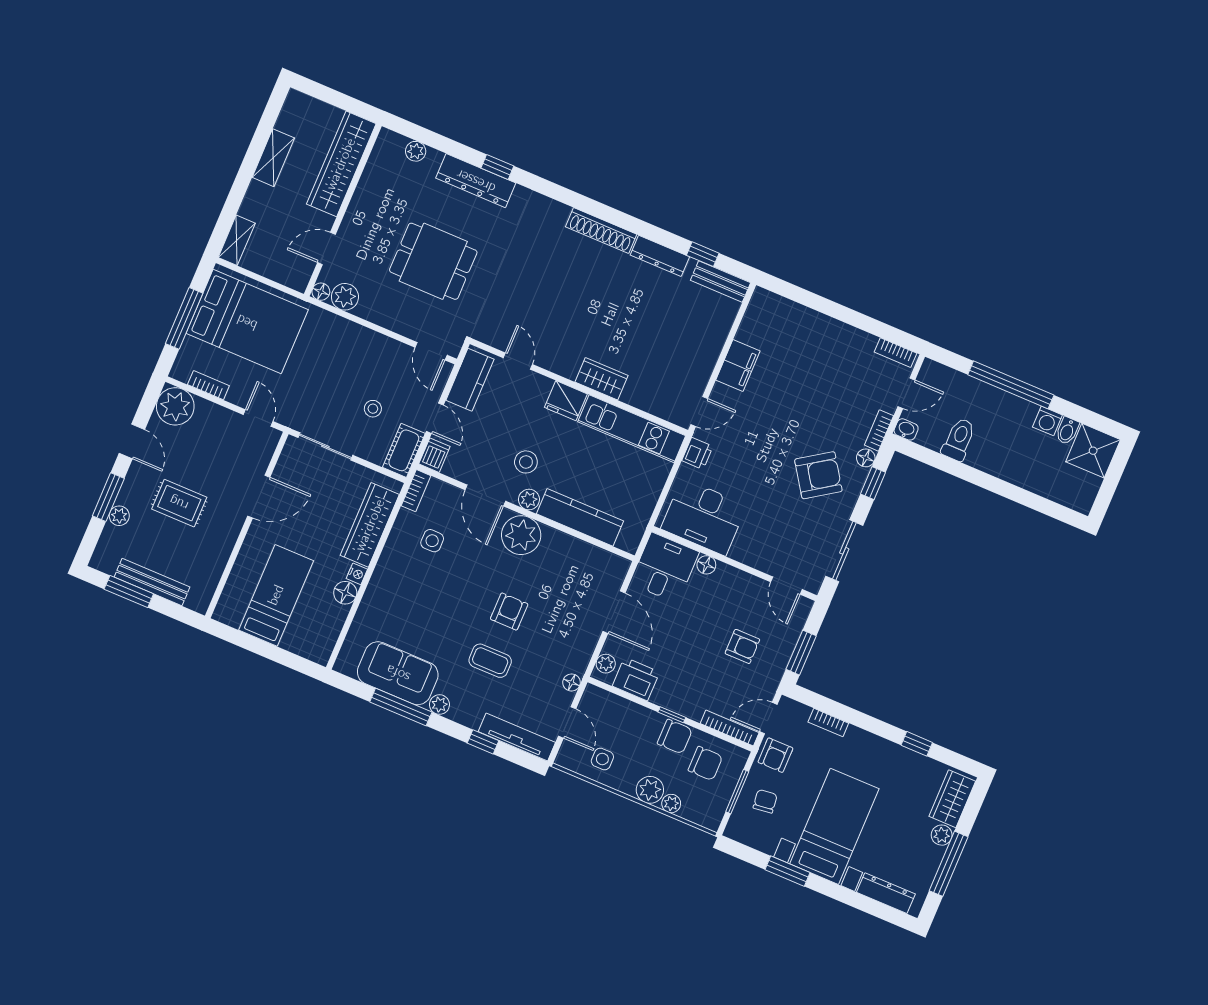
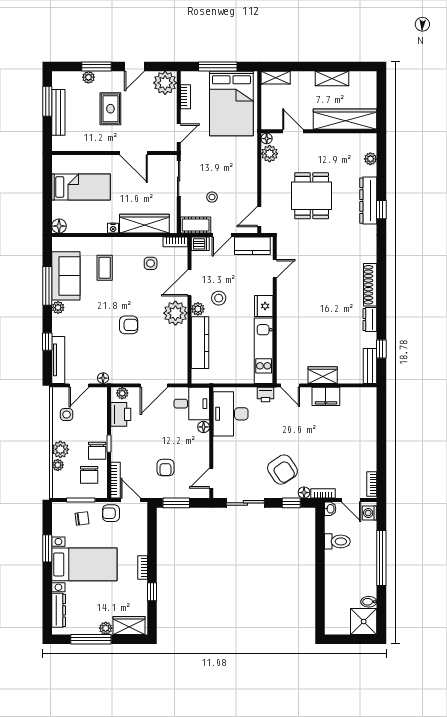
dresser: (660, 256) -> (370, 320), width x0.70
wardrobe: (602, 379) -> (323, 375), moved, turned -90
washing machine: (1047, 421) -> (370, 513), moved
floor lamp: (345, 593) -> (59, 226), moved
coffee table: (490, 661) -> (105, 268), moved
bookcase: (828, 723) -> (143, 567), moved

